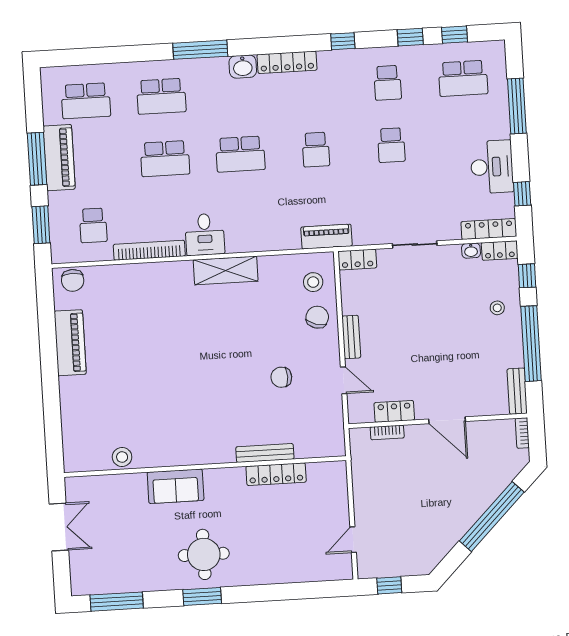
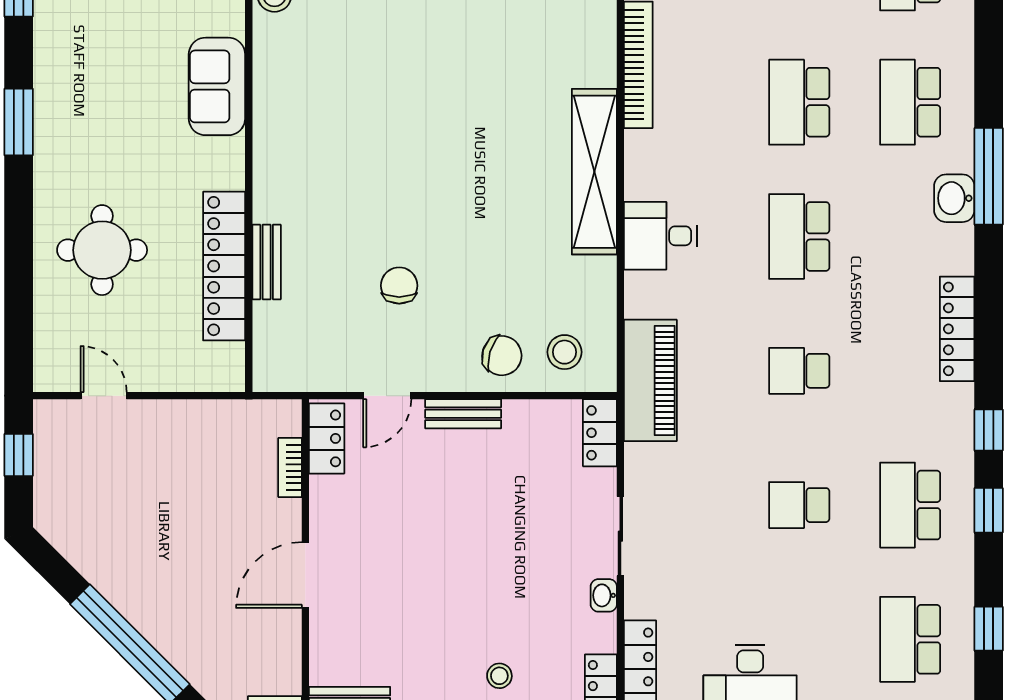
window: (410, 37) -> (989, 510), moved
washbasin: (243, 67) -> (954, 198), moved
school desk: (388, 83) -> (910, 505), width x1.85
desk: (205, 234) -> (660, 236), moved
piano: (326, 237) -> (650, 380), width x1.37, depth x1.33
washbasin: (471, 251) -> (604, 595), moved
shelving: (226, 270) -> (594, 172), width x1.47
locker: (394, 411) -> (327, 438), moved
bench: (265, 453) -> (267, 262), width x0.73
locker: (276, 474) -> (224, 266), width x1.41, depth x1.21
round table: (204, 554) -> (102, 250), moved

